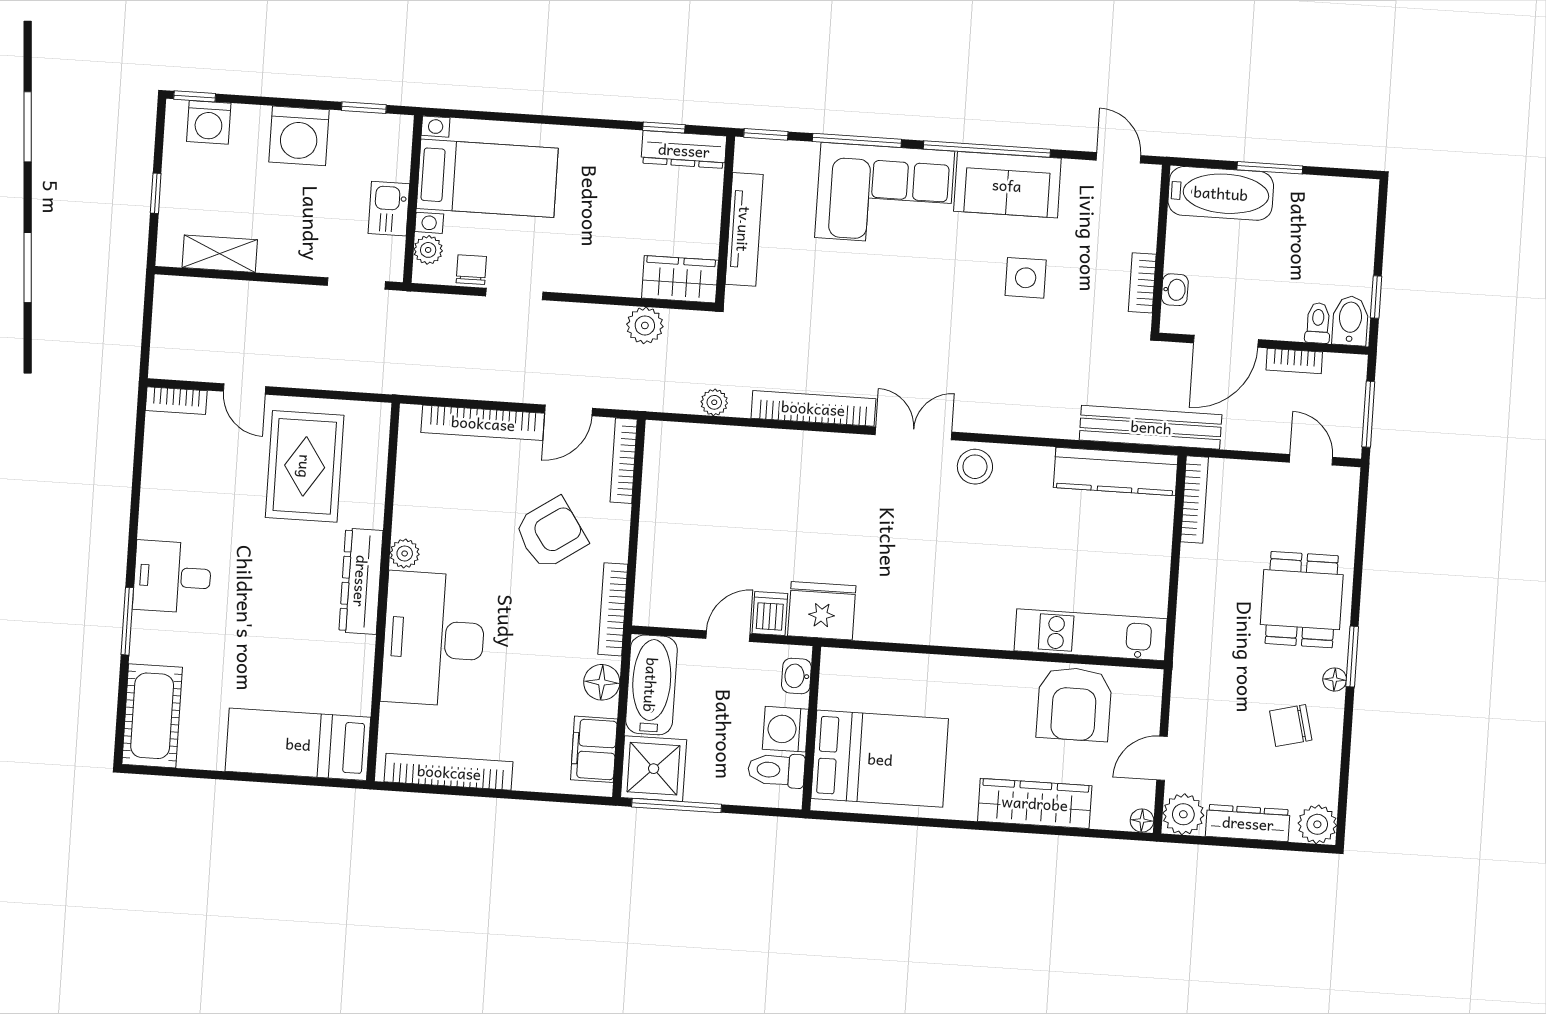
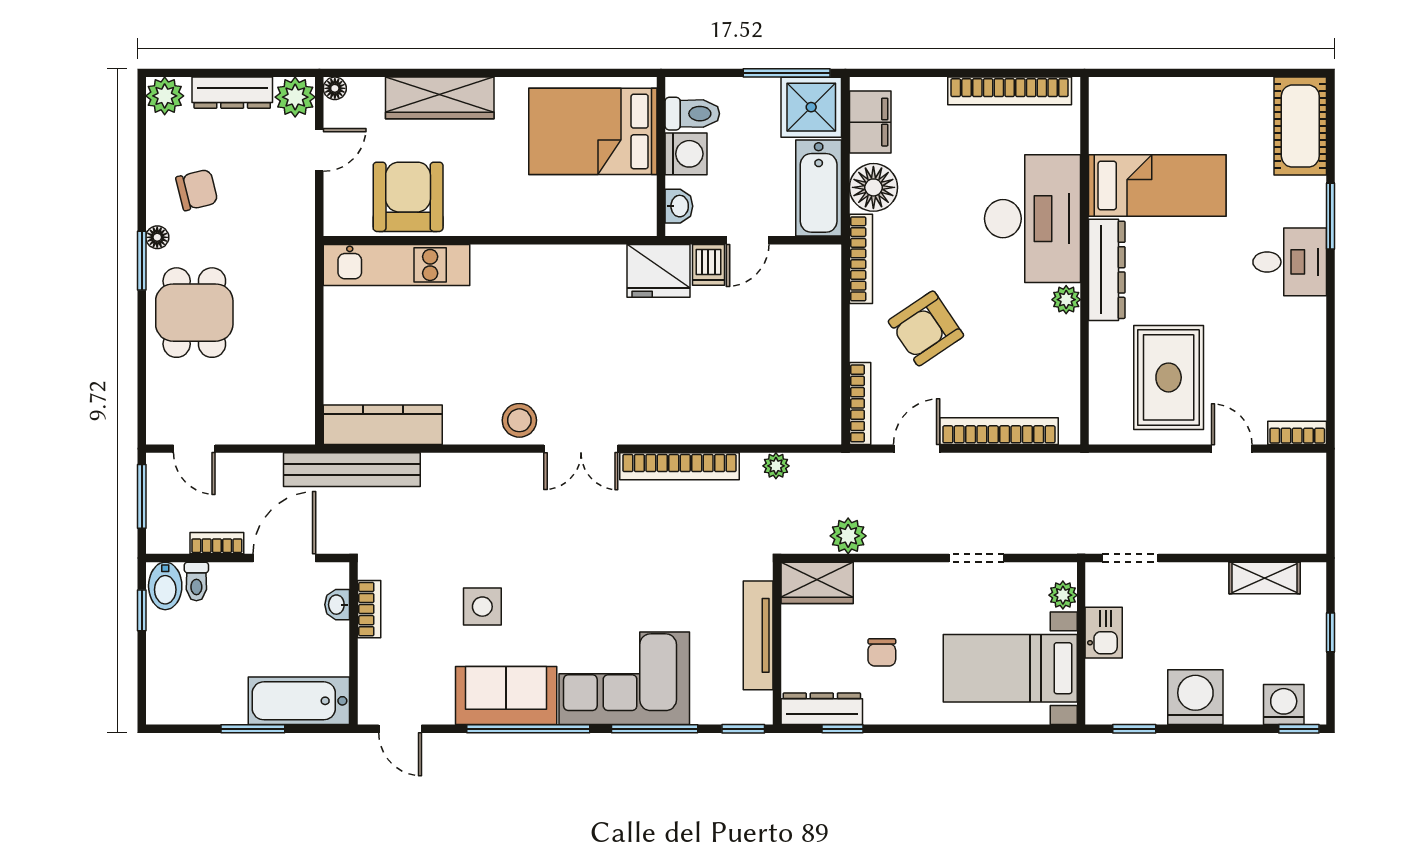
chair: (471, 270) -> (882, 652), moved
bookcase: (1195, 500) -> (305, 403), removed
floor lamp: (602, 682) -> (873, 187), width x1.38, depth x1.38
bed: (298, 744) -> (1157, 185), moved

